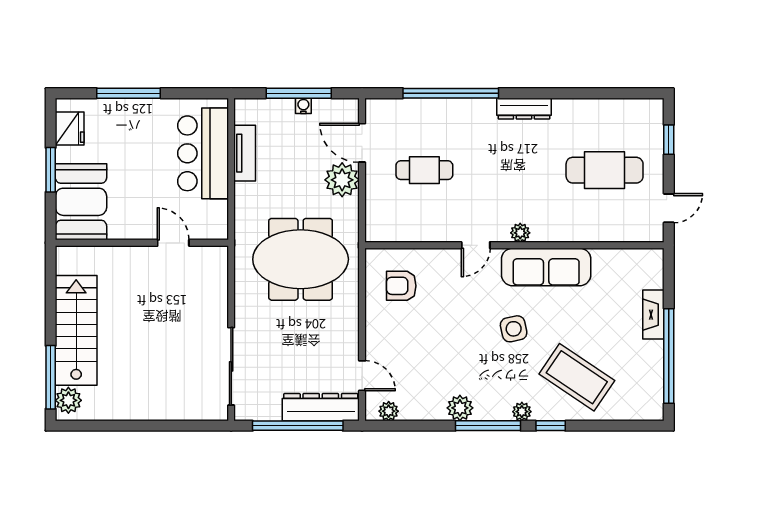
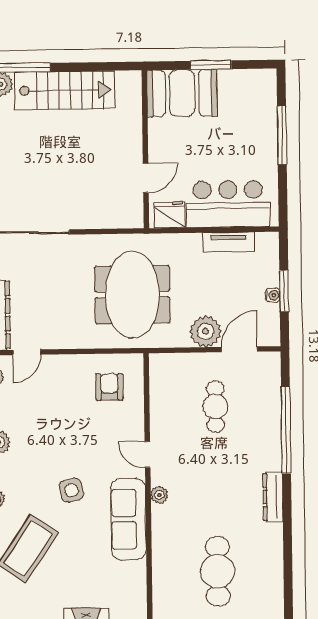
window: (299, 93) -> (284, 291), width x0.69
fridge: (70, 129) -> (170, 215), moved, turned 180

